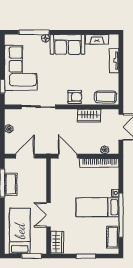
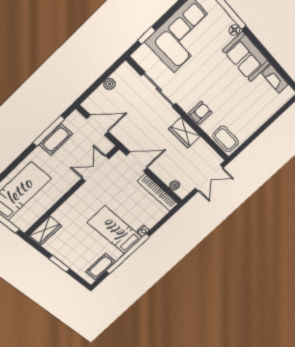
tv unit: (114, 60) -> (267, 113), removed
armchair: (75, 97) -> (200, 113), turned -90
wardrobe: (89, 116) -> (185, 133), moved
door: (68, 156) -> (137, 162), hinge flipped
double door: (49, 215) -> (95, 168), moved

